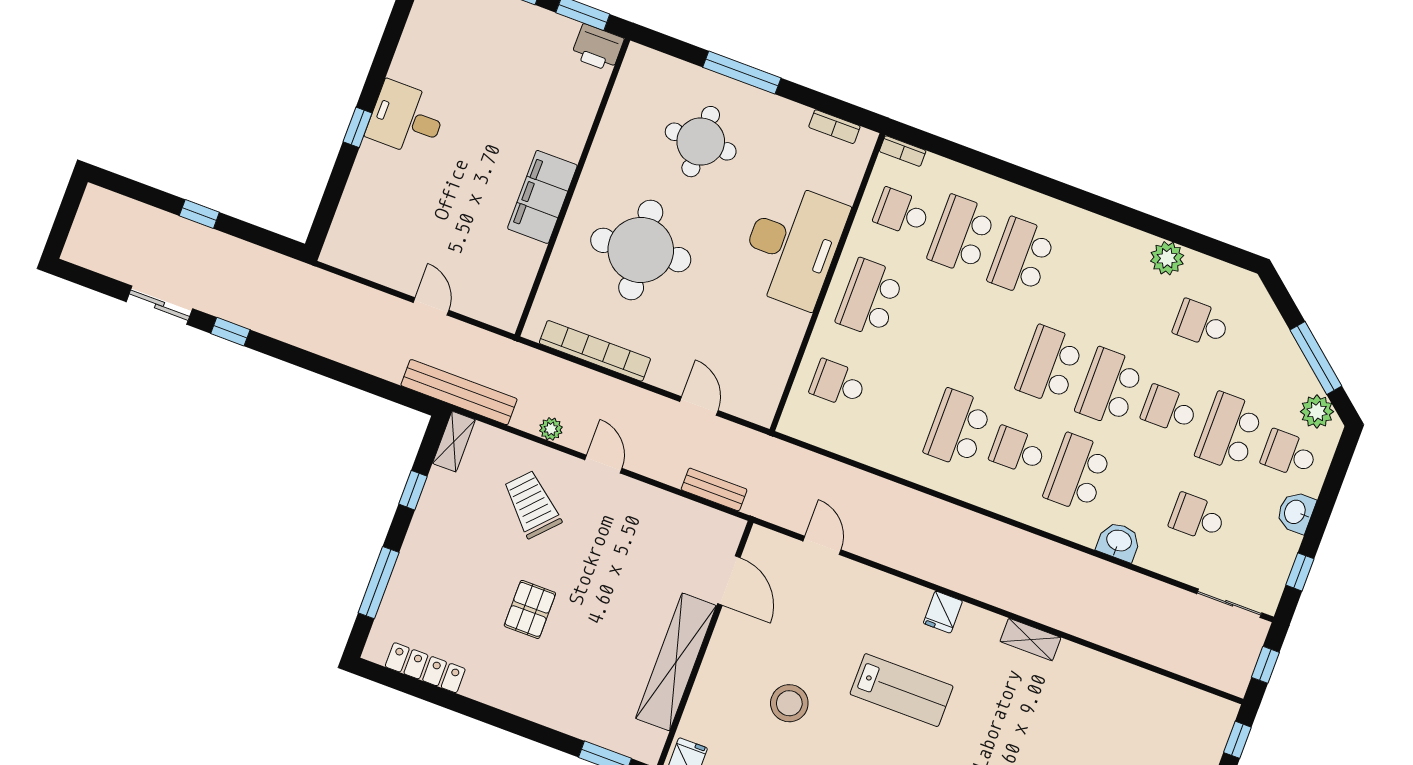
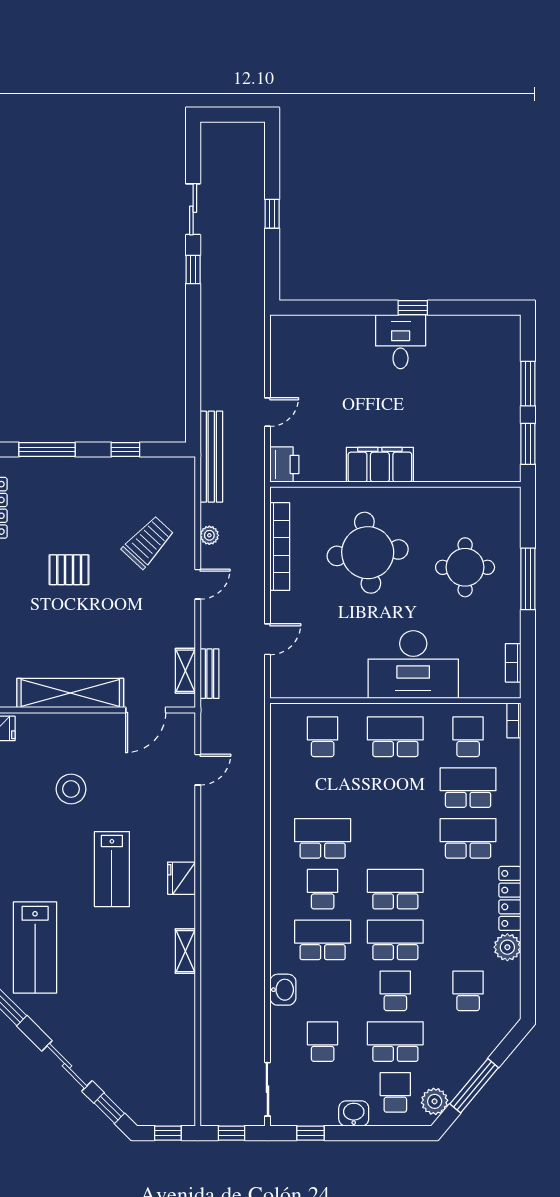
printer: (598, 48) -> (284, 464), moved, turned 180
window: (358, 127) -> (413, 308), moved
locker: (1111, 234) -> (510, 898), added
shelving: (454, 442) -> (185, 671), moved, turned 90
fridge: (943, 612) -> (181, 878), width x1.38

